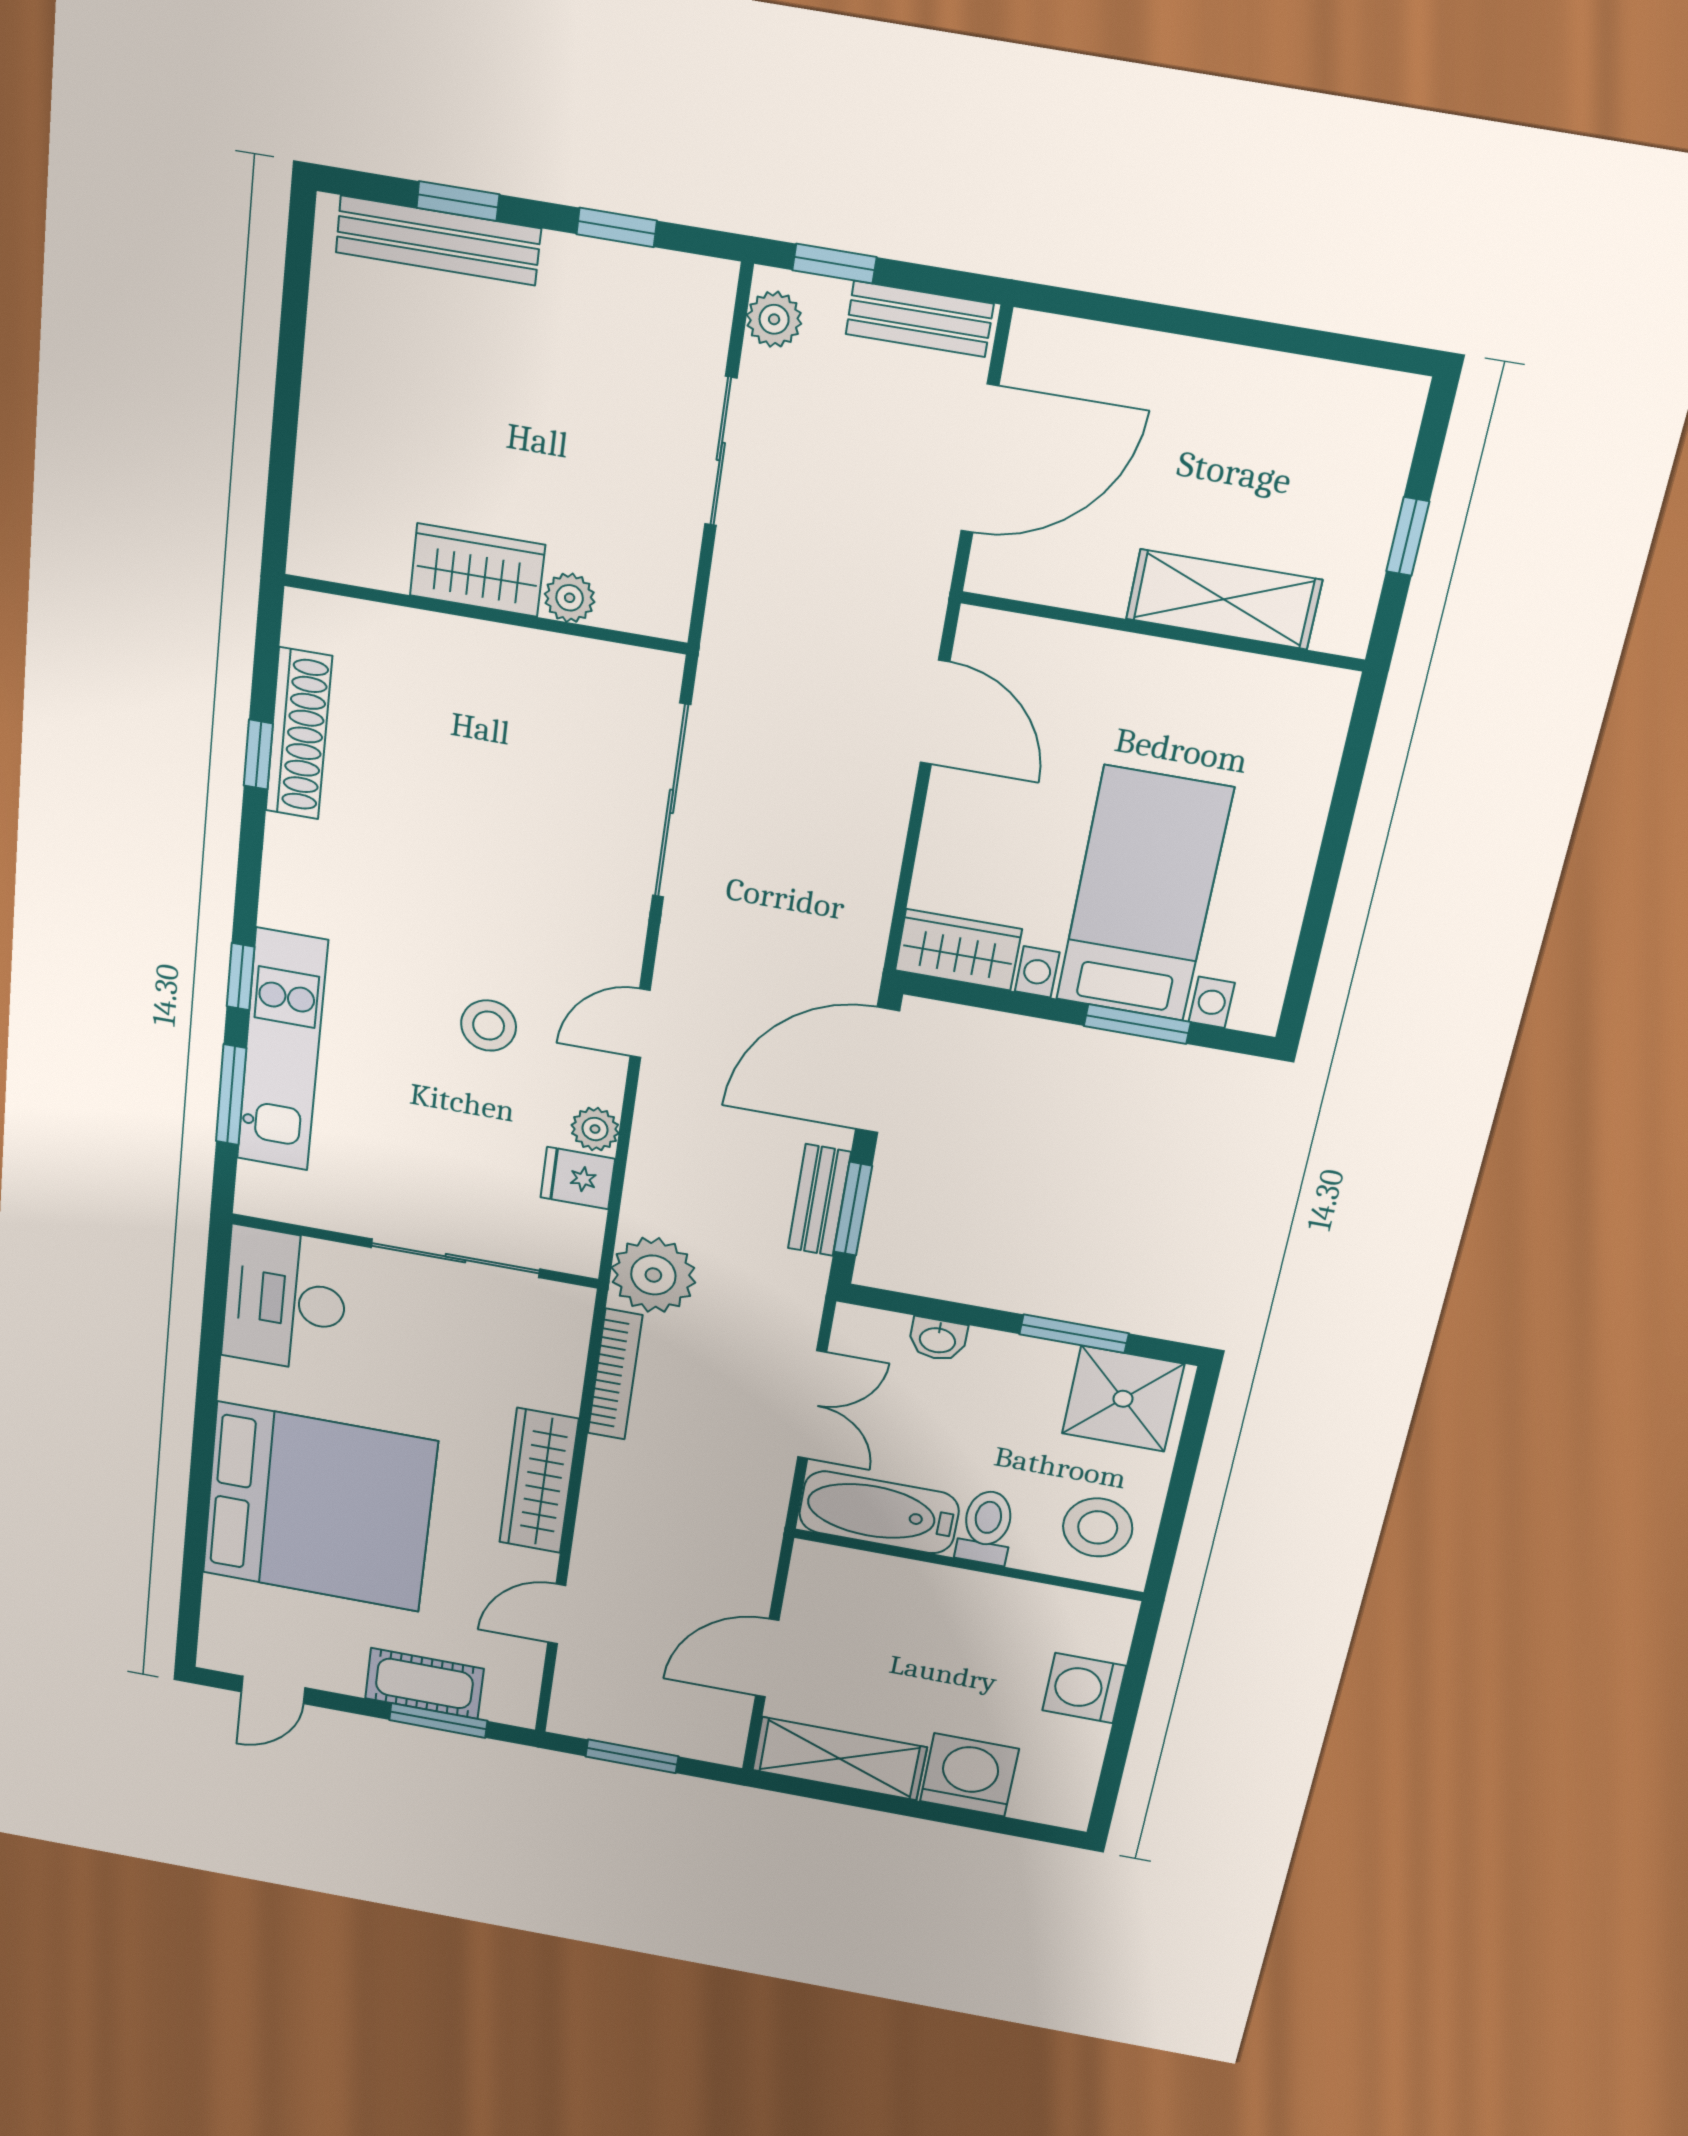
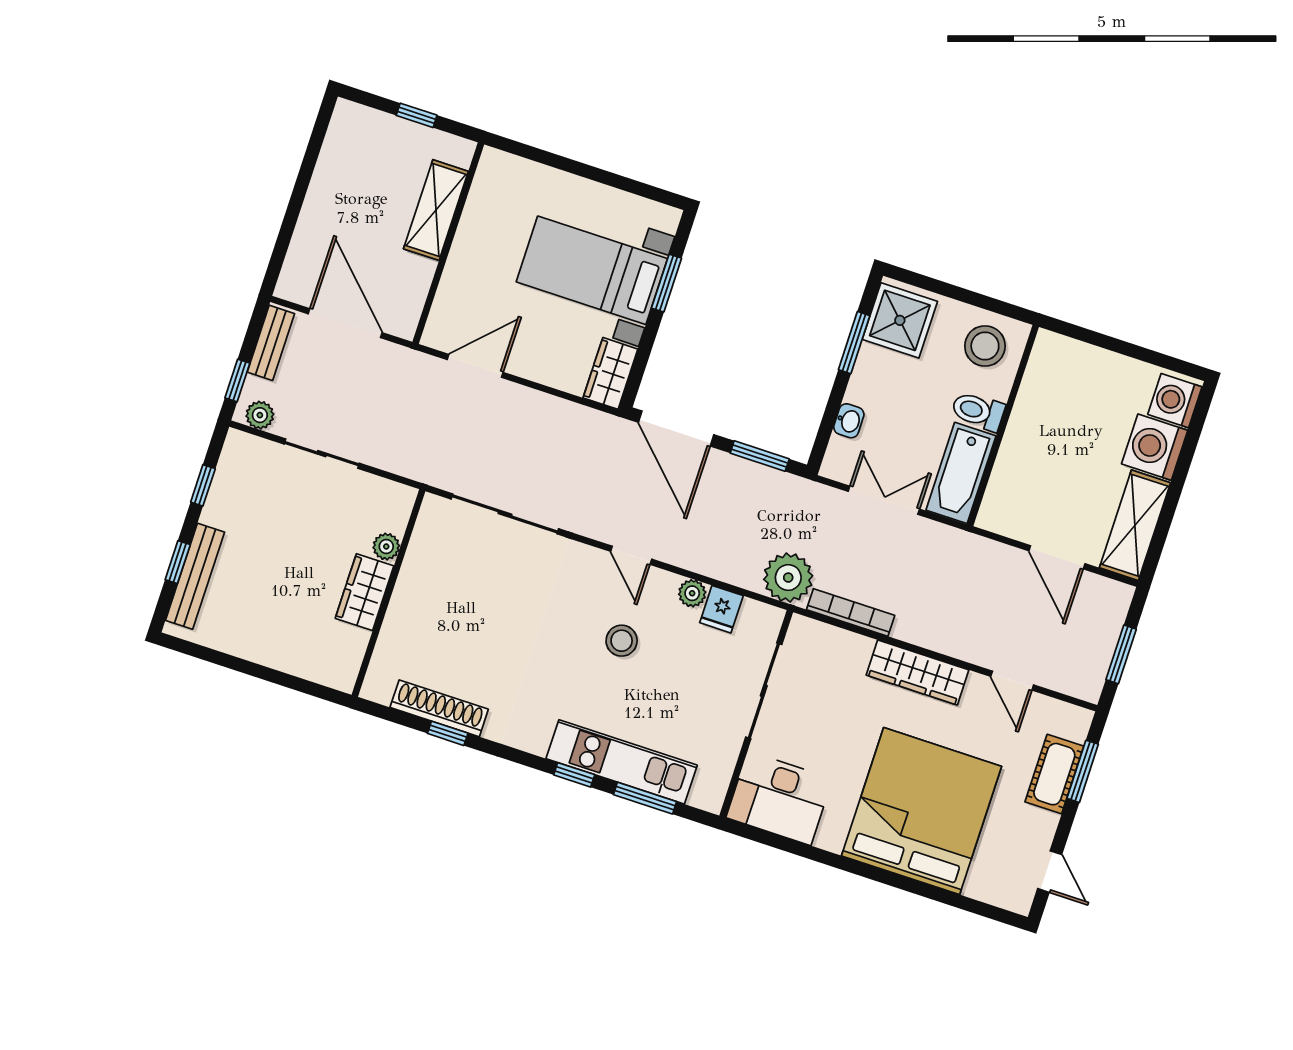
bench: (819, 1200) -> (752, 474), removed
washing machine: (1084, 1688) -> (1175, 401), moved, turned 90

